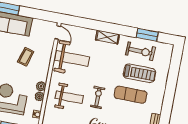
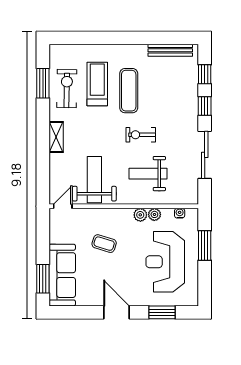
weight bench: (69, 97) -> (148, 174), turned -90

